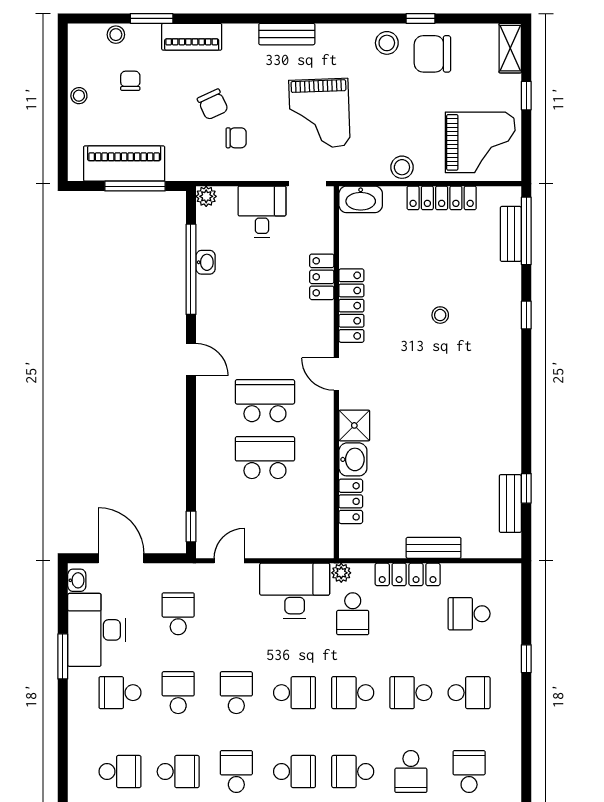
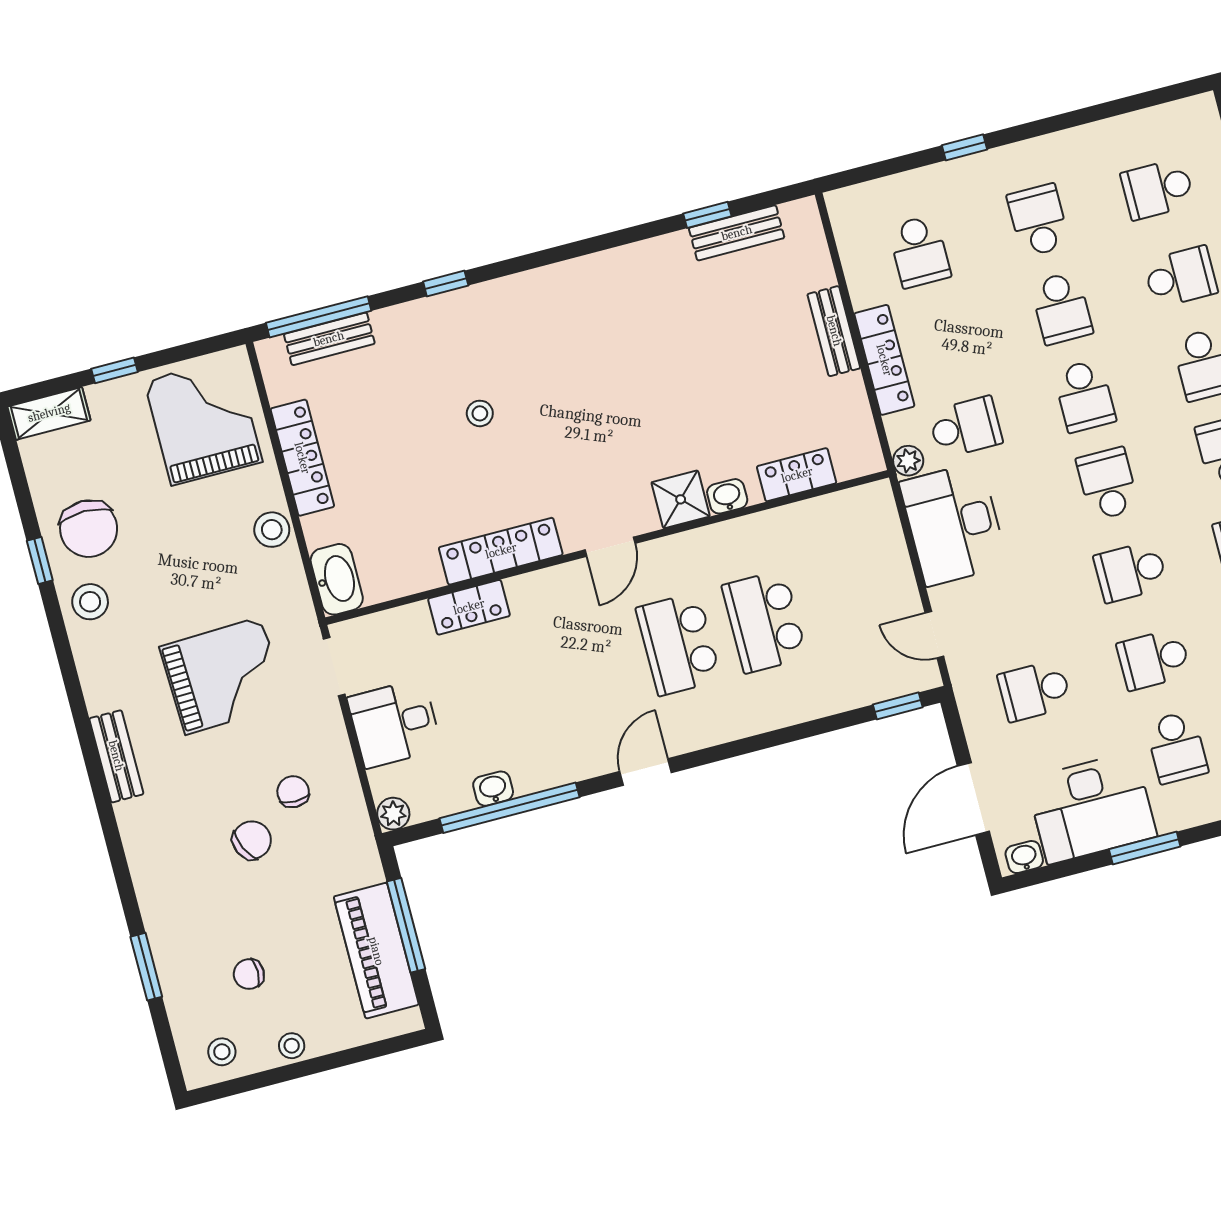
stool: (116, 35) -> (222, 1052), moved
piano: (192, 37) -> (158, 899), removed
washbasin: (353, 459) -> (727, 496), width x0.72, depth x0.69

